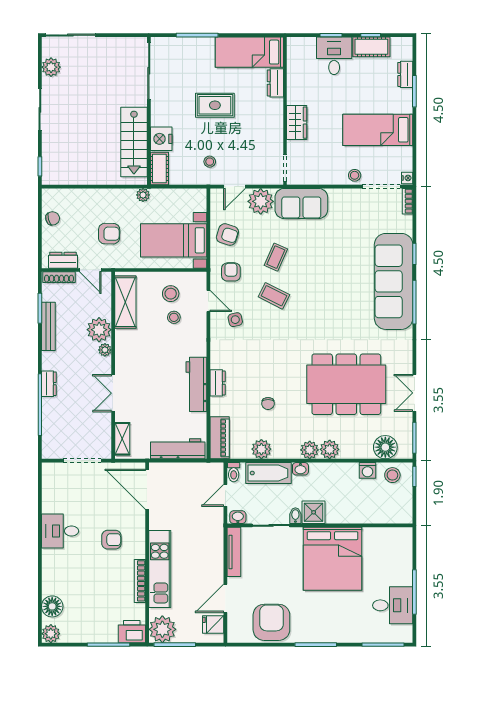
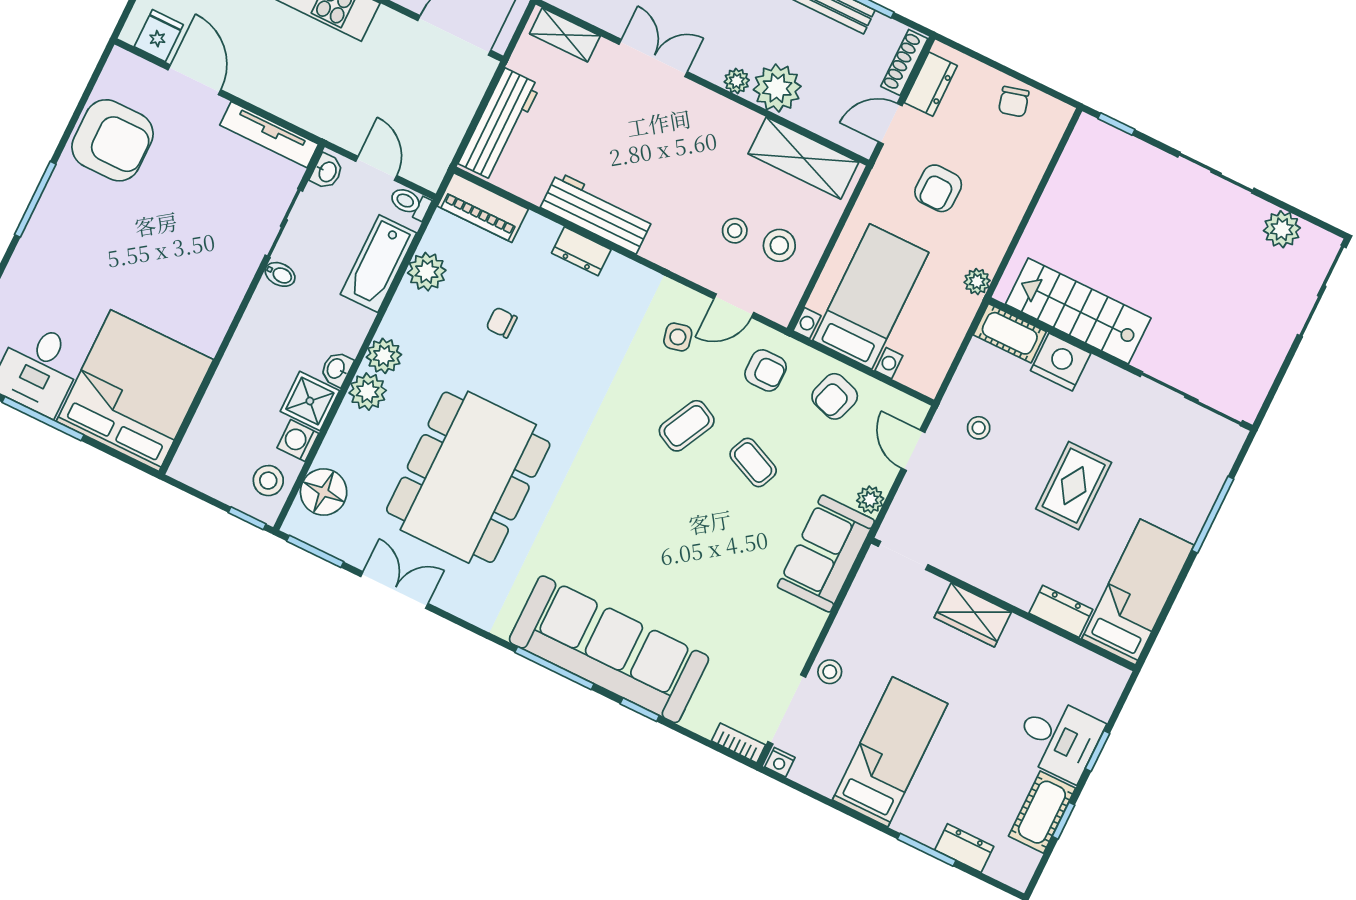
plant: (261, 201) -> (870, 500), width x0.53, depth x0.53
washbasin: (300, 469) -> (336, 369), moved
shower: (314, 512) -> (310, 401), moved
bed: (333, 559) -> (135, 391), moved, turned 90

